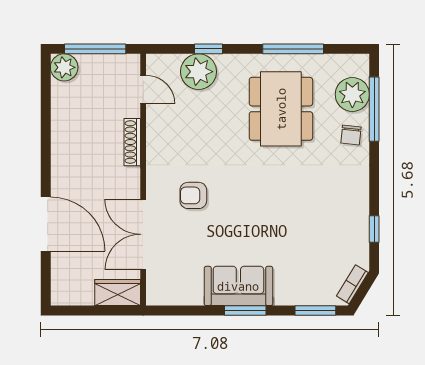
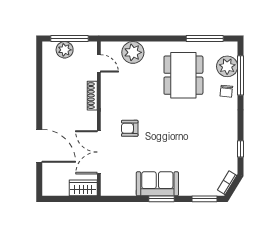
window: (208, 49) -> (139, 38), removed
window: (293, 49) -> (205, 38), moved
plant: (64, 67) -> (65, 50), moved

